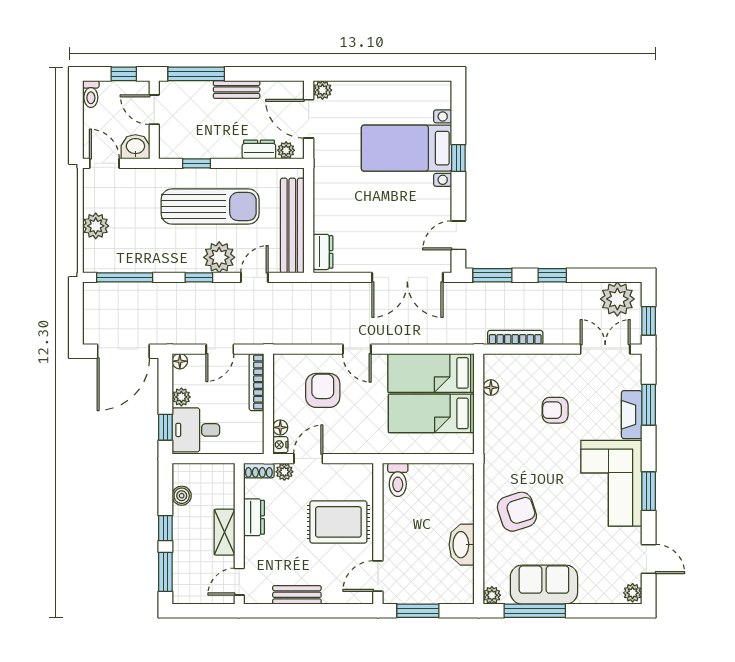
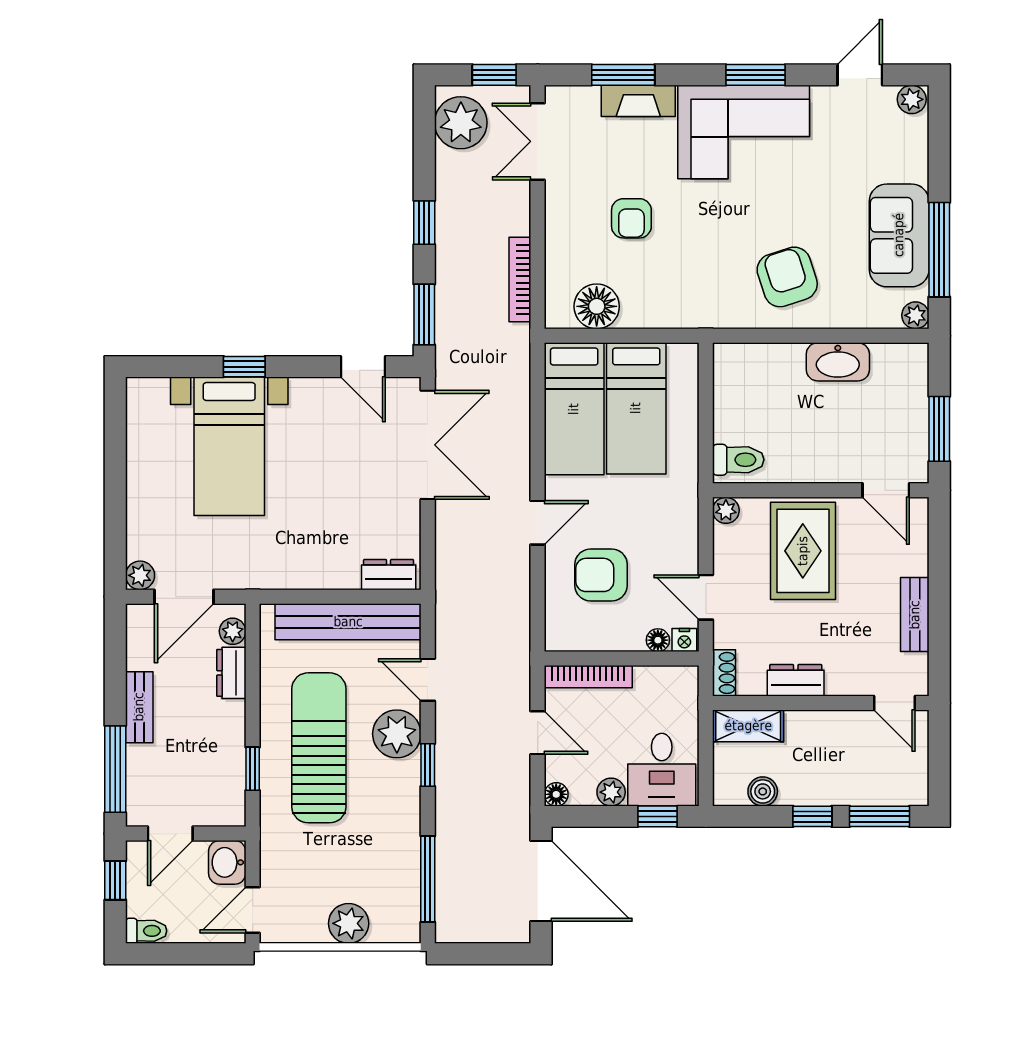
floor lamp: (491, 388) -> (597, 306), width x1.89, depth x1.89
plant: (284, 472) -> (726, 510), moved
shelving: (224, 532) -> (748, 726), moved

